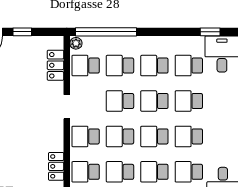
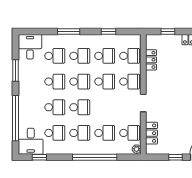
window: (106, 32) -> (95, 157), moved
school desk: (120, 101) -> (105, 107), removed

